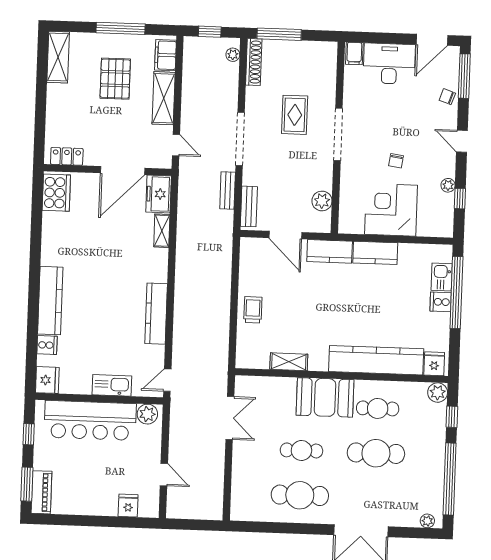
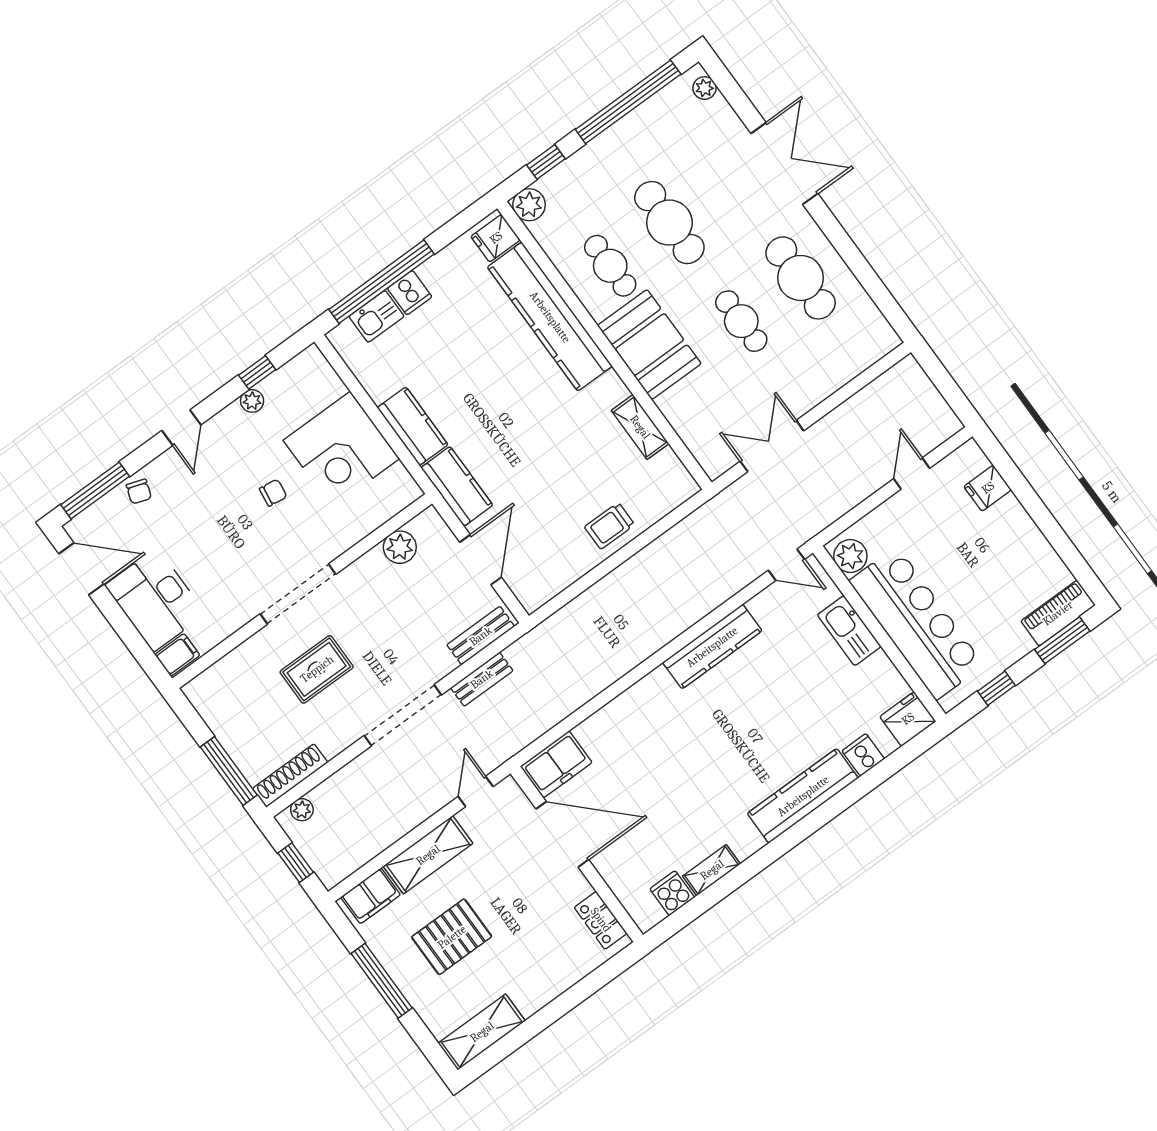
cooker: (56, 193) -> (672, 893), width x0.53, depth x0.76
shelving: (162, 231) -> (712, 870), moved

